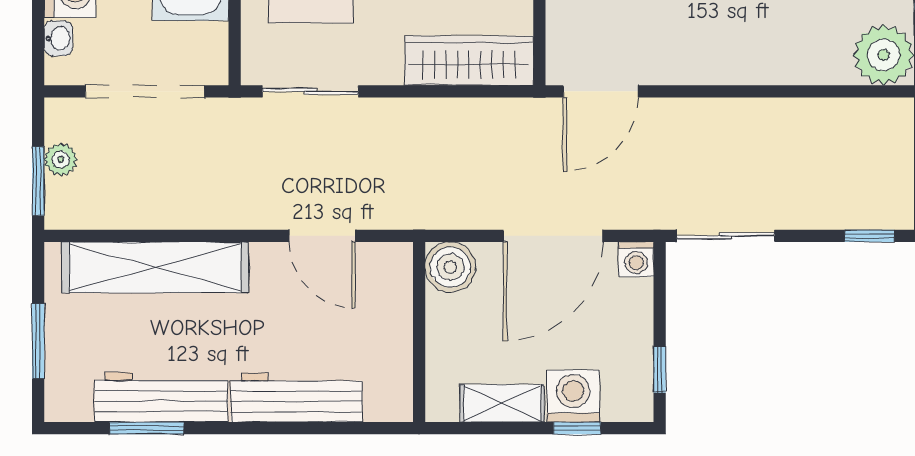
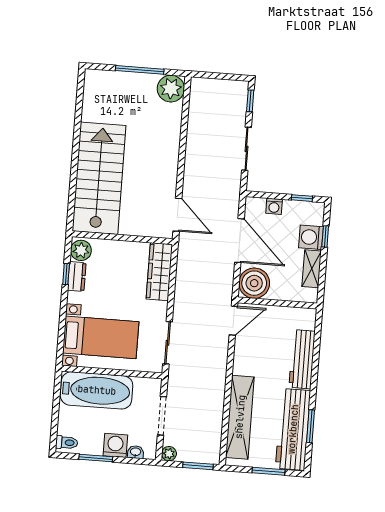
doorway: (145, 91) -> (162, 416), width x0.73
plant: (61, 159) -> (169, 454), moved
door: (322, 236) -> (233, 321), moved
sliding door: (726, 236) -> (247, 149), moved
washing machine: (636, 259) -> (274, 206), moved, turned 90
boiler: (450, 267) -> (254, 283), width x1.37, depth x1.37
workbench: (161, 397) -> (293, 429), width x1.36, depth x1.32

